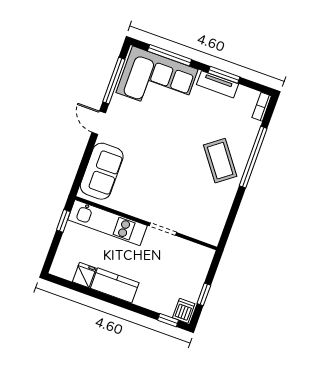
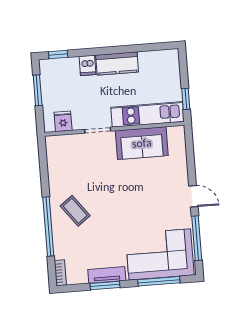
coffee table: (220, 161) -> (75, 211), width x0.73, depth x0.77
sofa: (102, 171) -> (142, 143), moved, turned -90
fridge: (84, 275) -> (63, 121), moved, turned 180
window: (204, 294) -> (38, 90), width x1.50
dishwasher: (184, 311) -> (88, 65), moved

